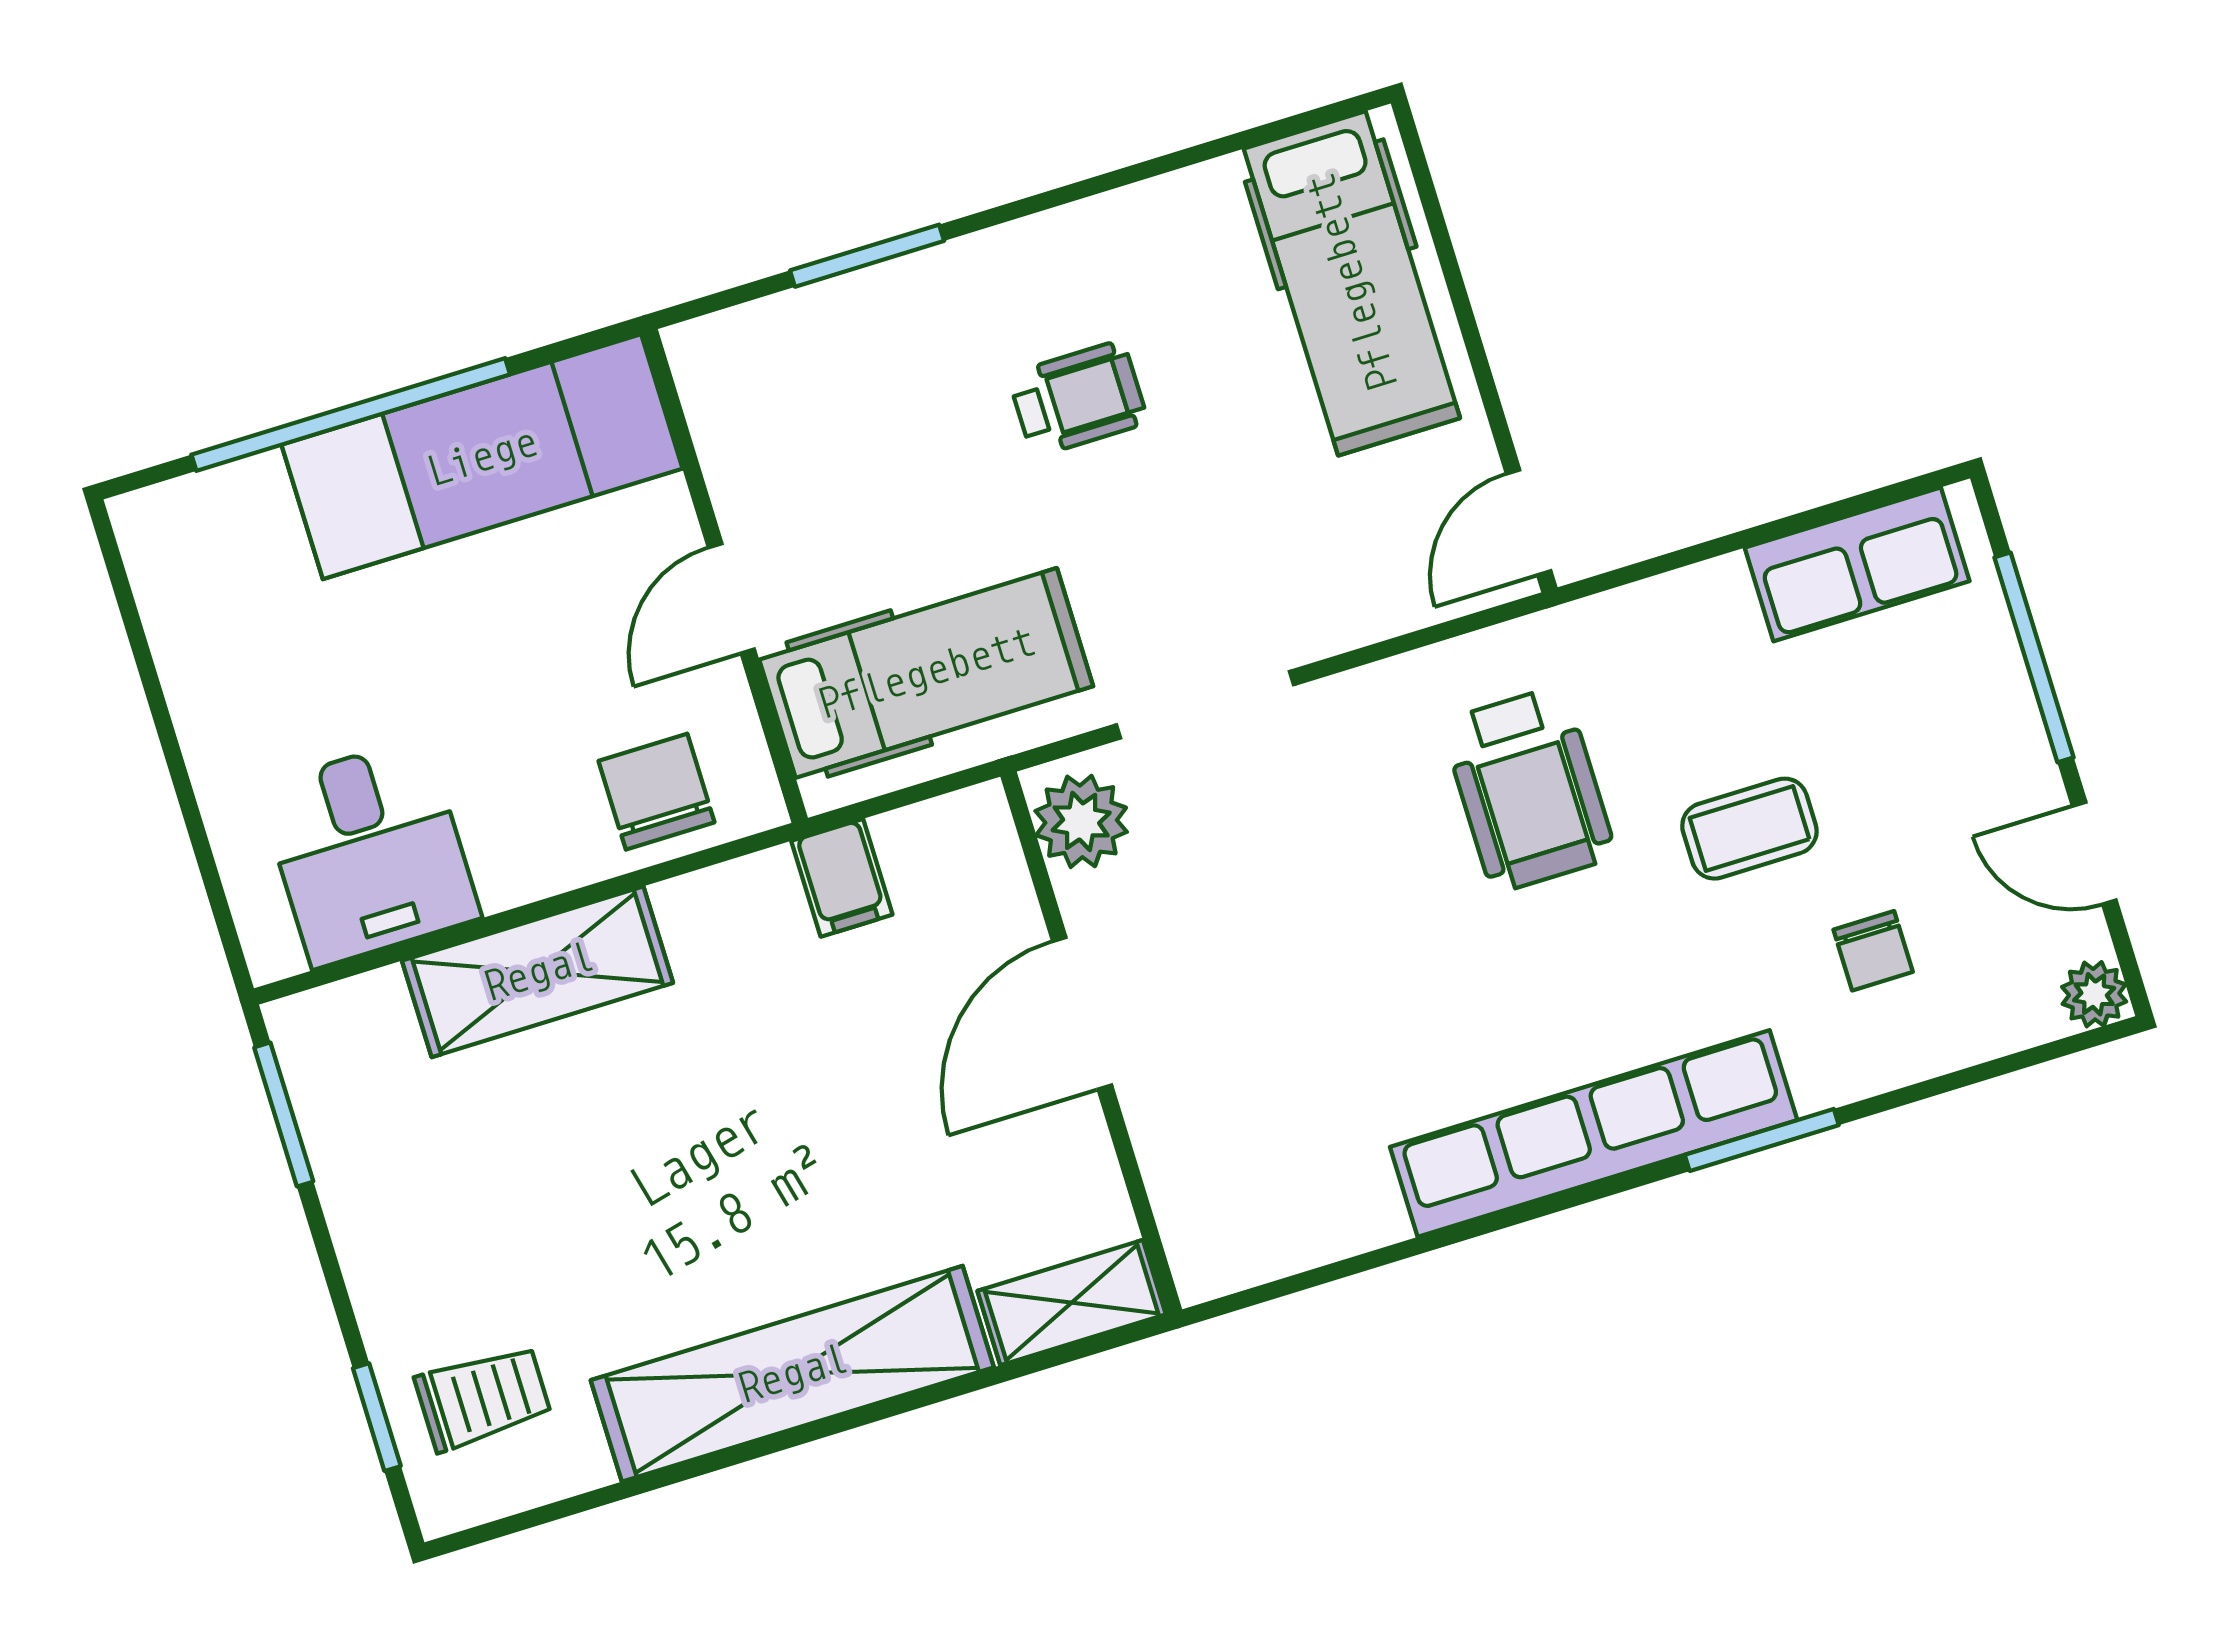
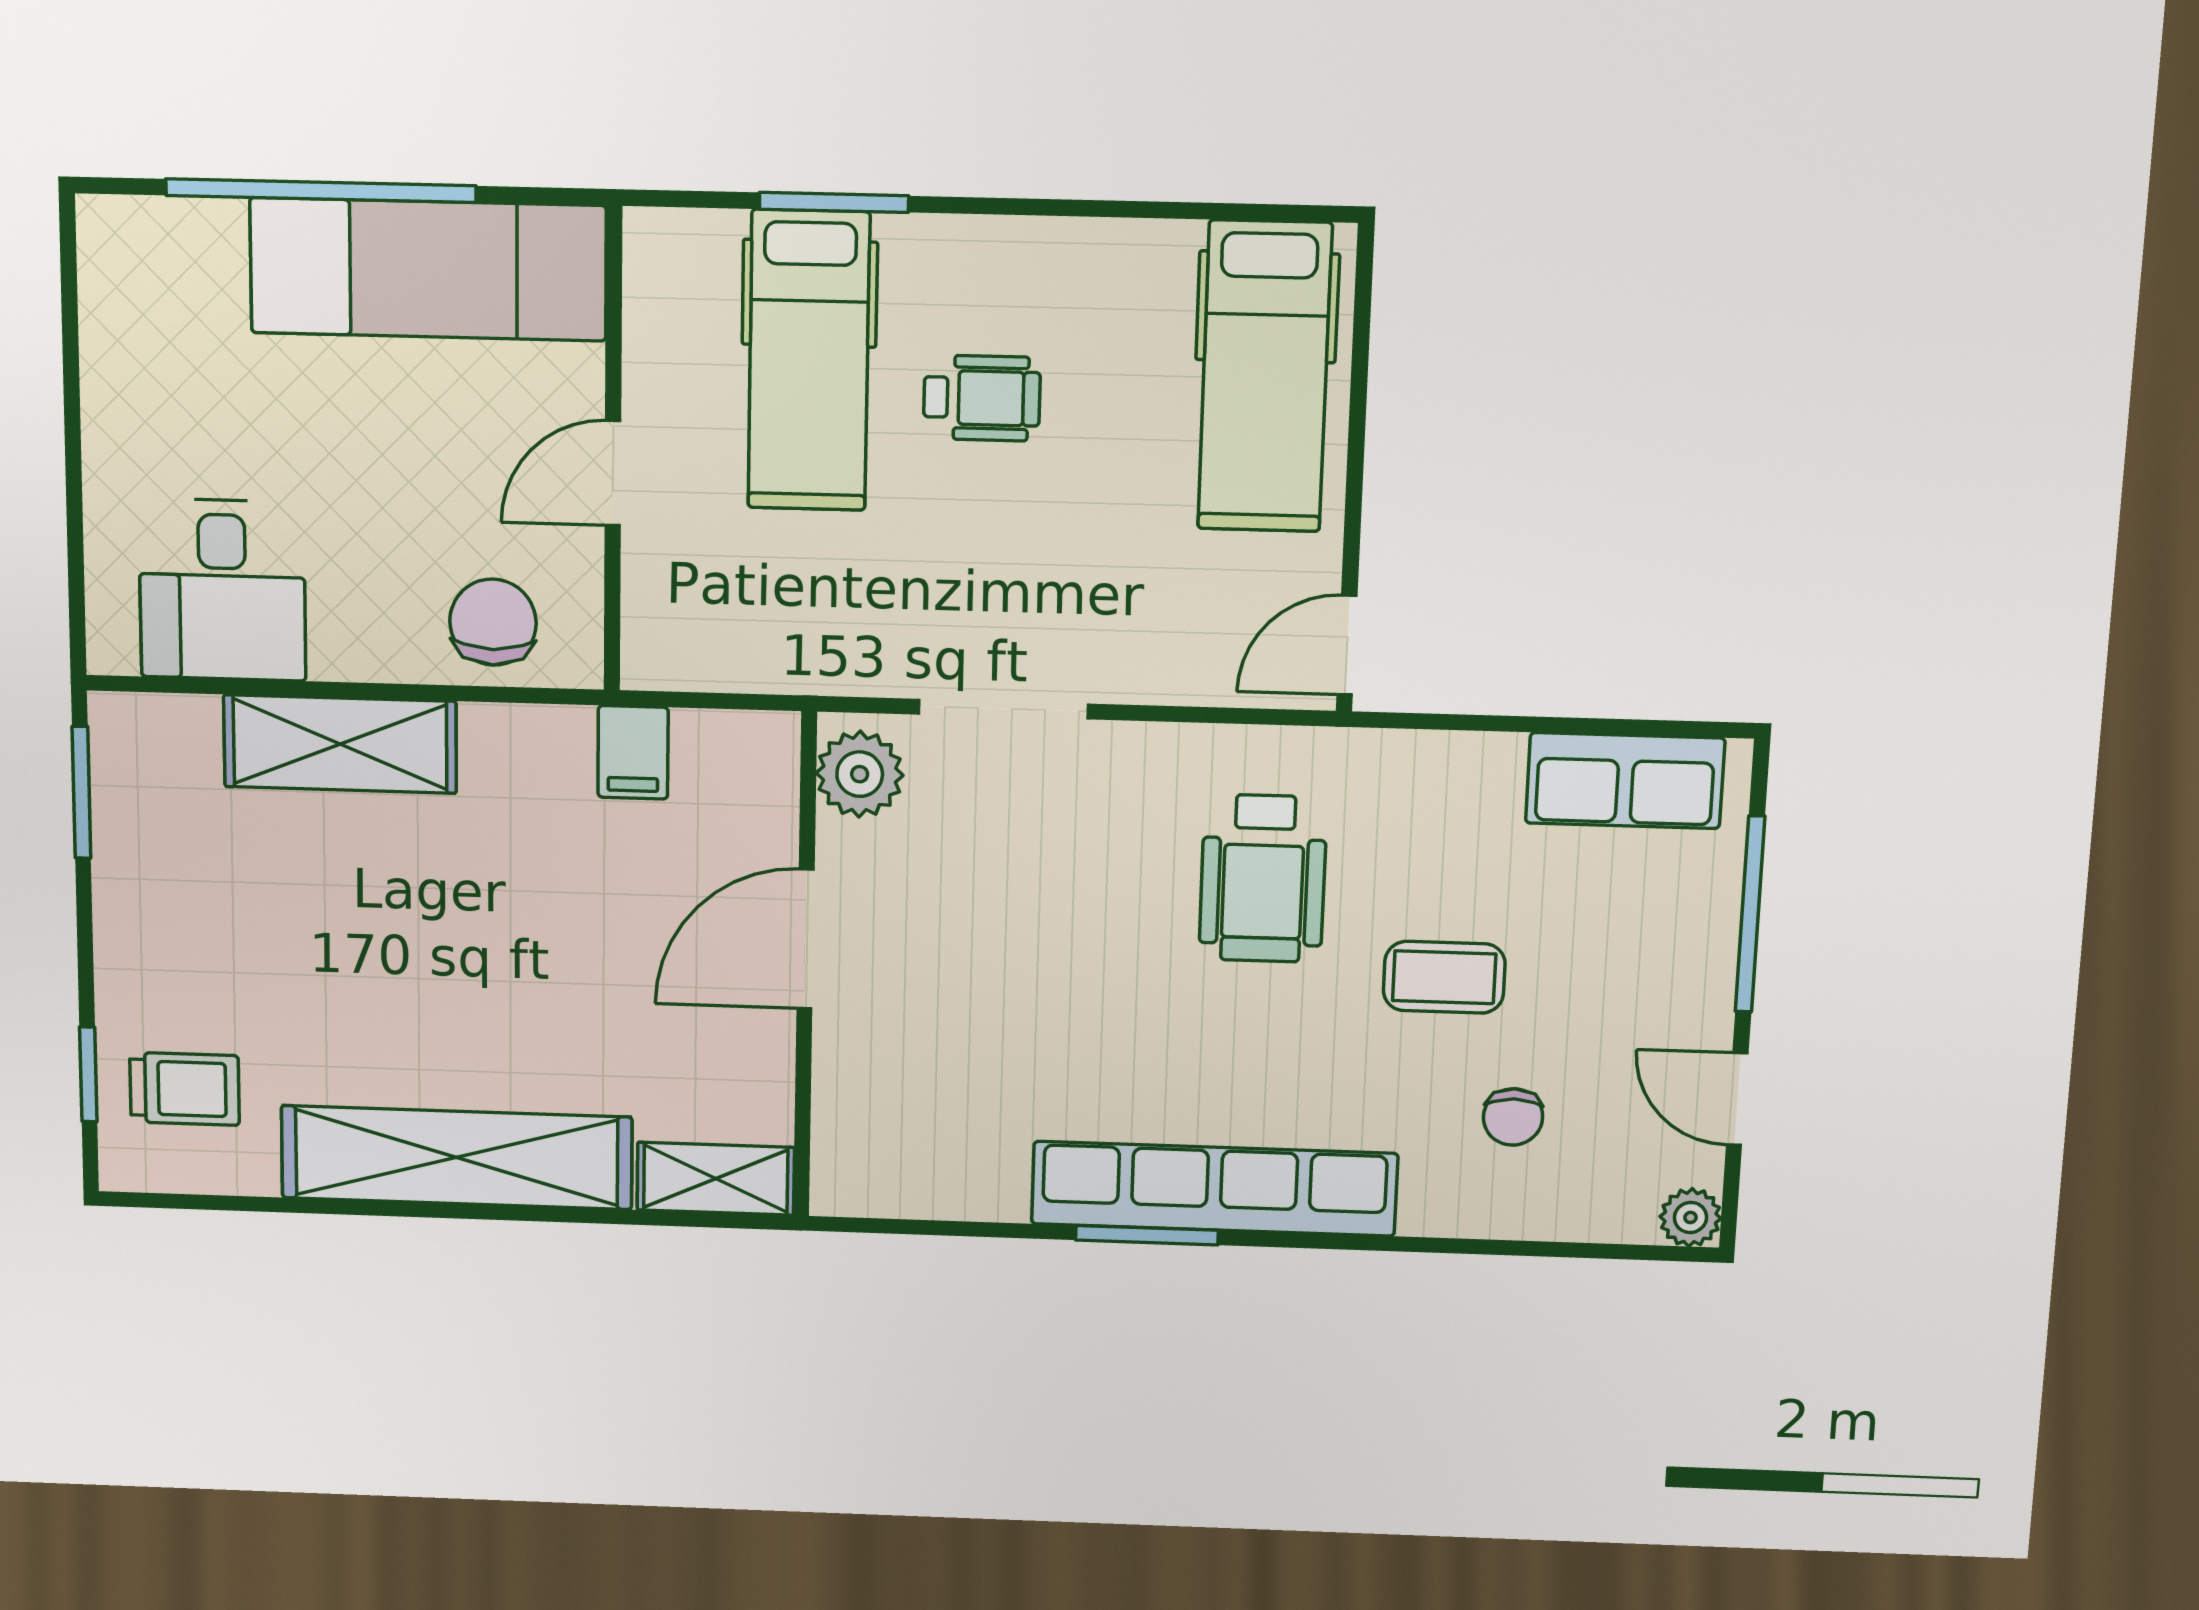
hospital bed: (926, 673) -> (809, 361), moved, turned 90
window: (1762, 1140) -> (1147, 1235), moved

